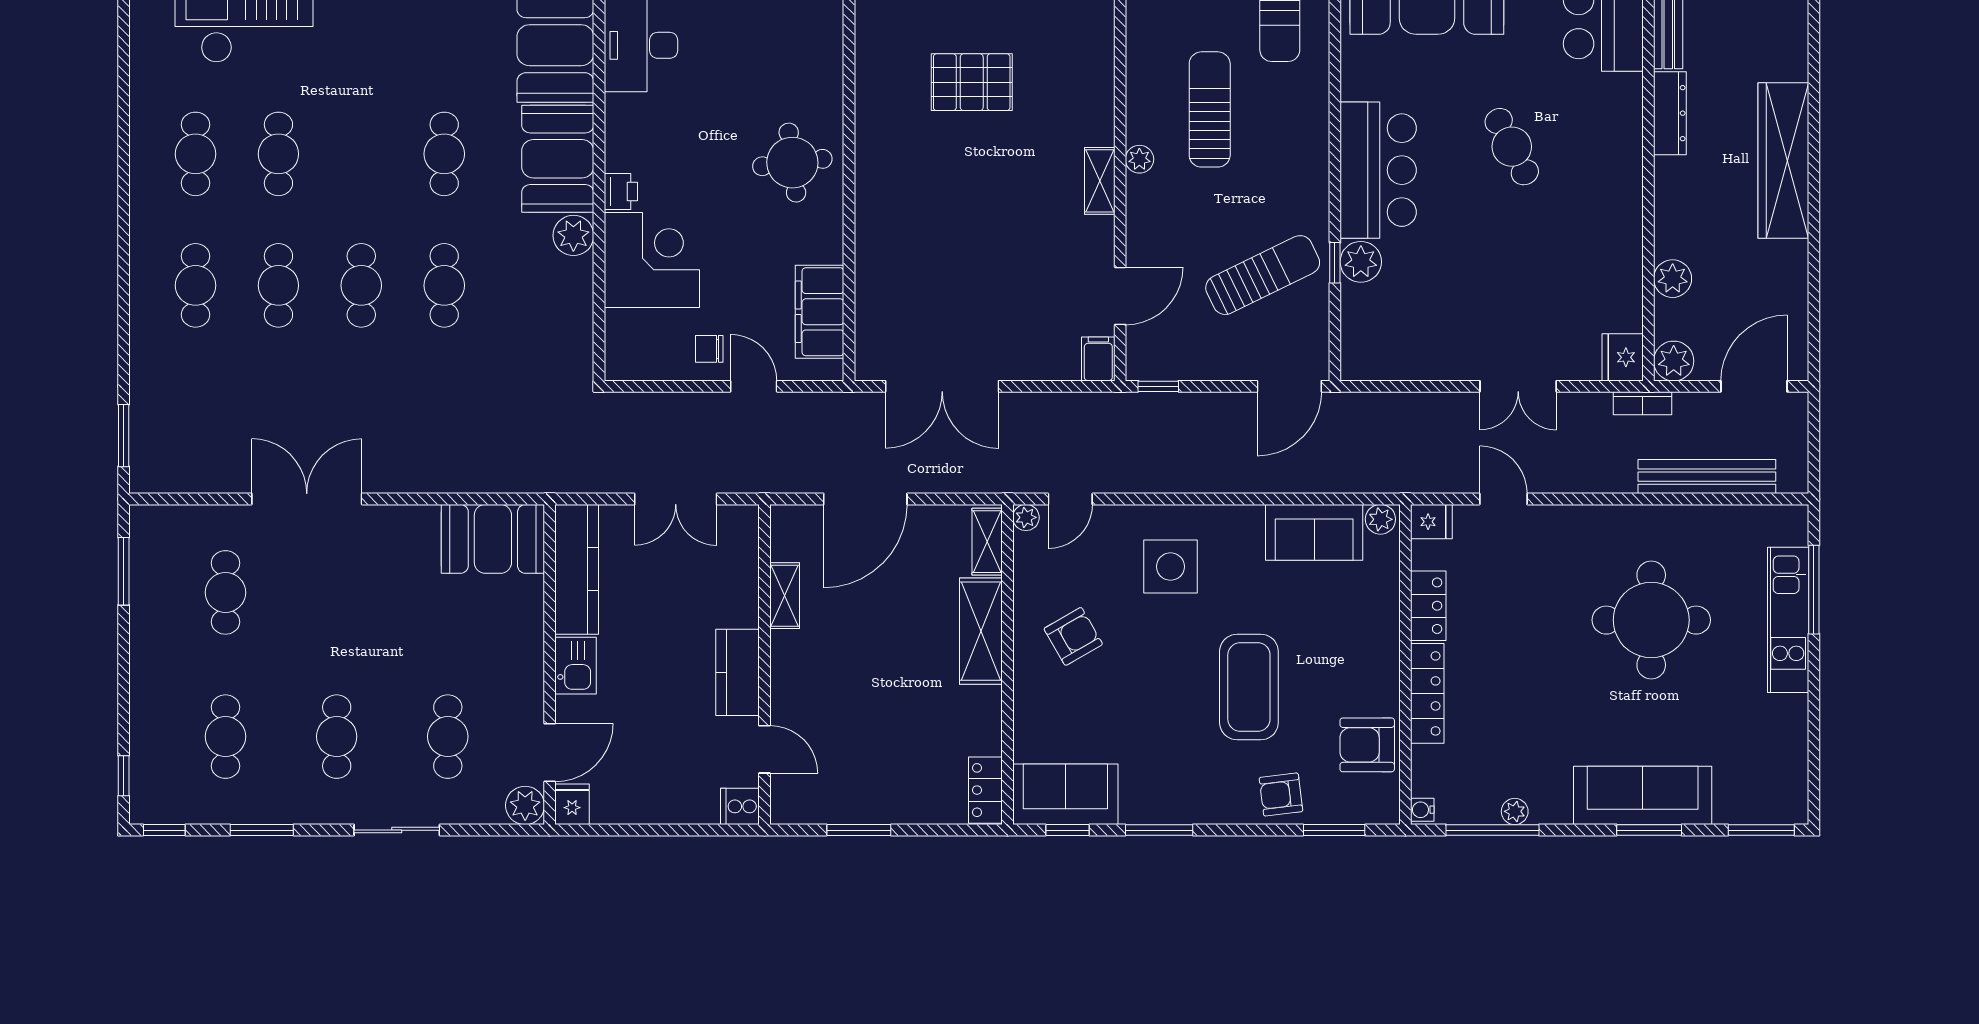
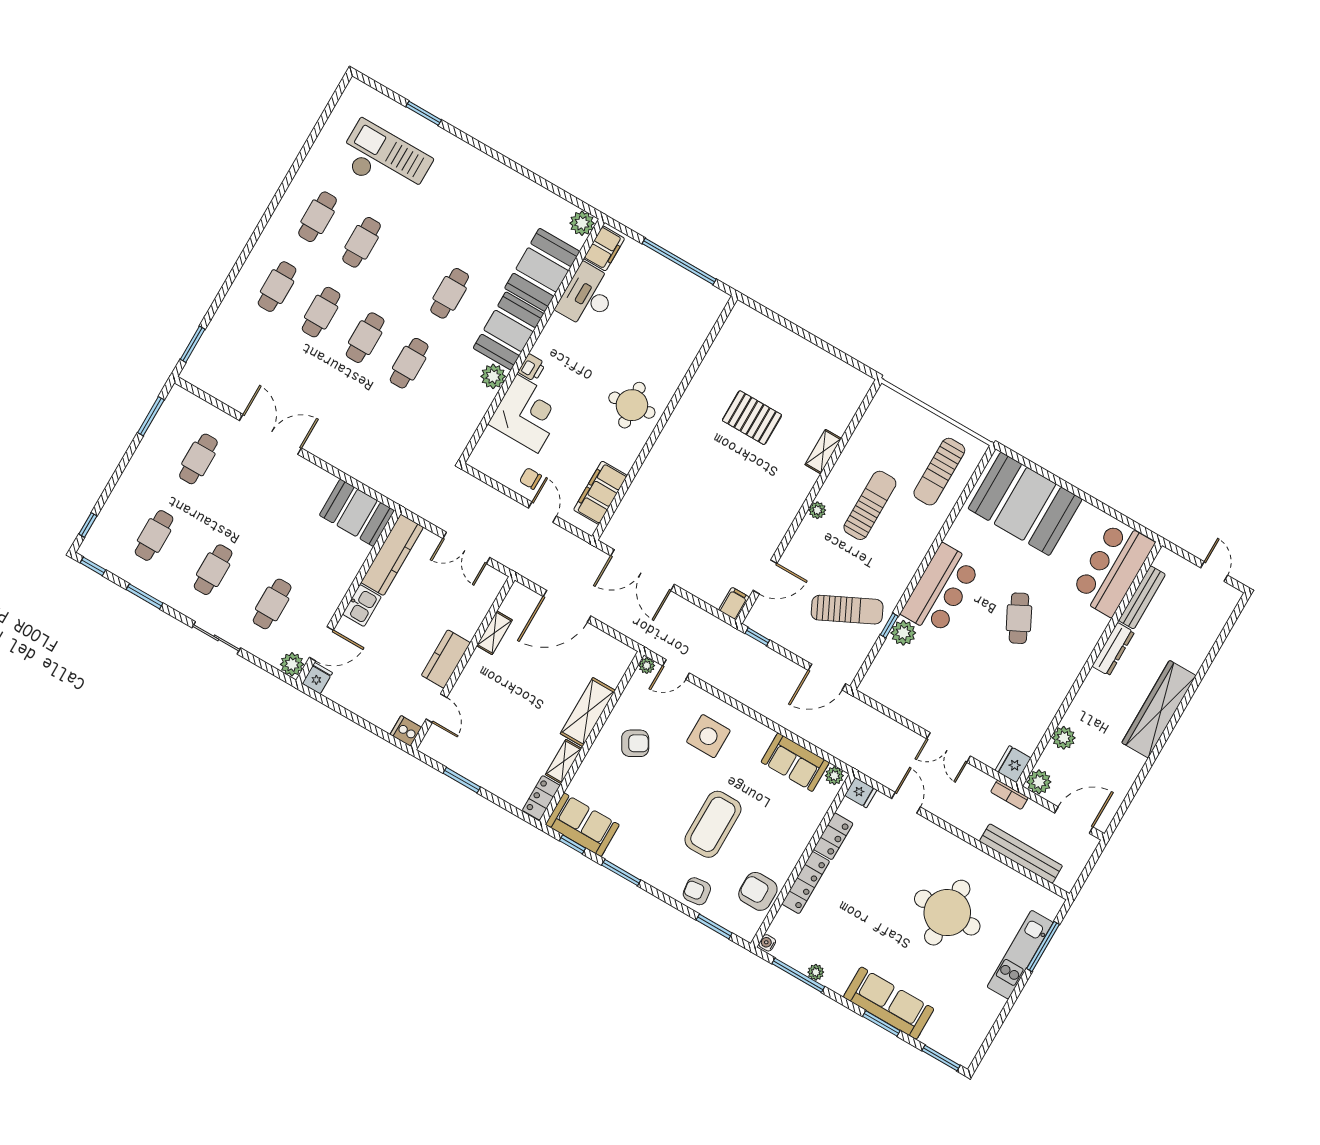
shelving: (1100, 181) -> (823, 452), moved
shelving: (987, 542) -> (564, 761), moved

